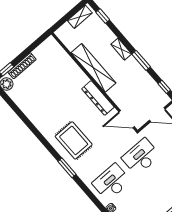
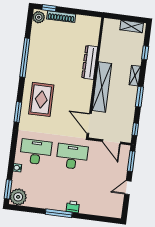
window: (103, 16) -> (145, 53), moved
shelving: (93, 68) -> (102, 87), moved
dresser: (98, 98) -> (90, 62), moved
window: (29, 124) -> (25, 58), added

